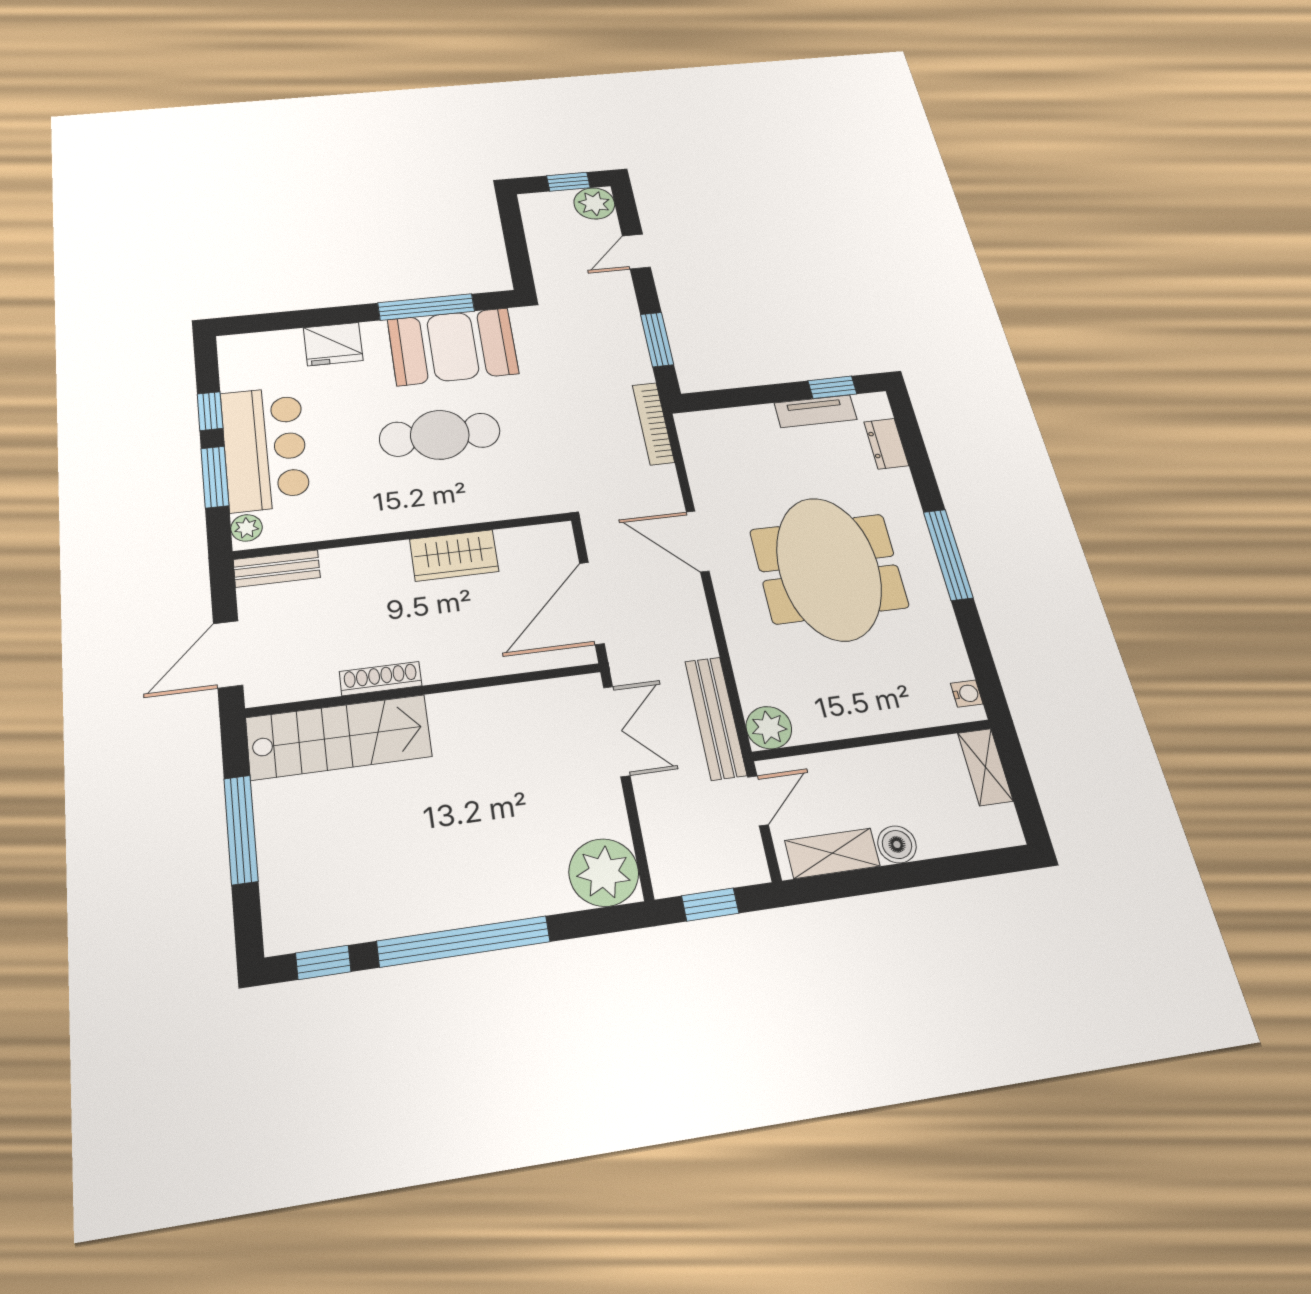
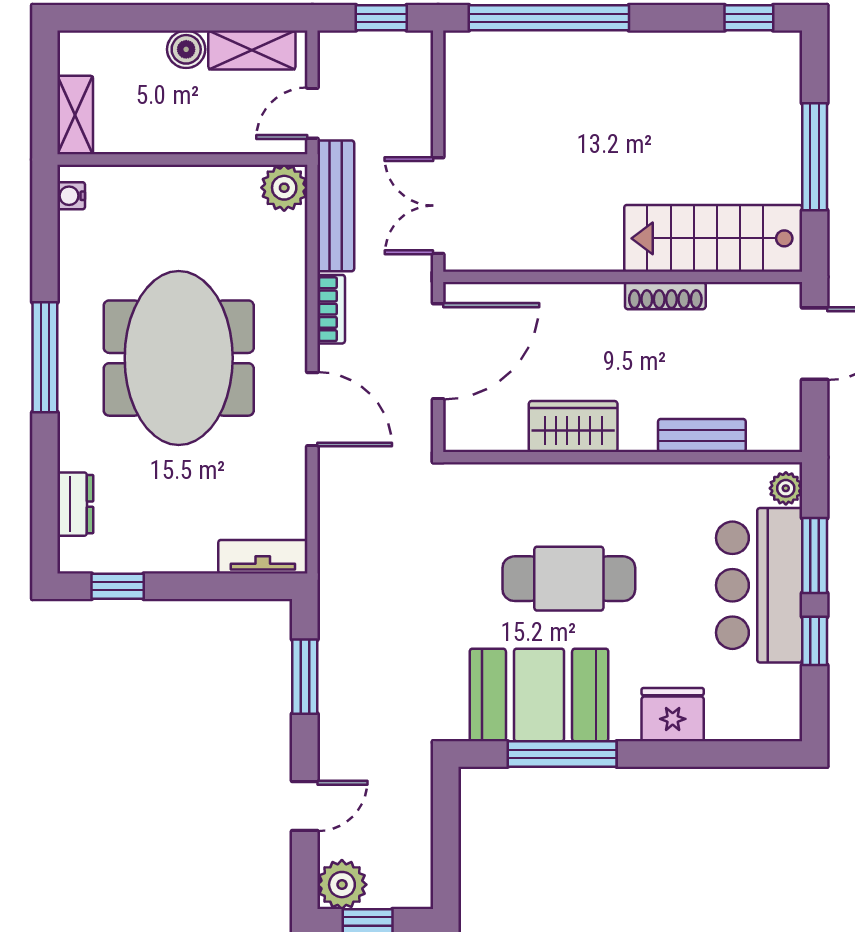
tv unit: (816, 411) -> (263, 557), moved
bookcase: (653, 424) -> (331, 309), moved, width x0.64
bench: (277, 569) -> (702, 435), moved
plant: (604, 872) -> (477, 64), removed
window: (463, 941) -> (549, 18), moved

